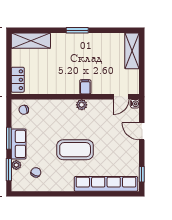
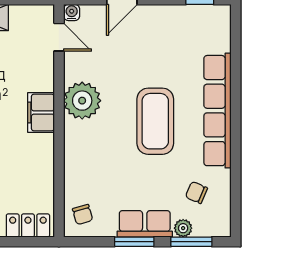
filing cabinet: (85, 87) -> (41, 112), width x2.00
plant: (82, 105) -> (82, 101), width x1.88, depth x1.88
row of seats: (106, 184) -> (217, 111), moved

